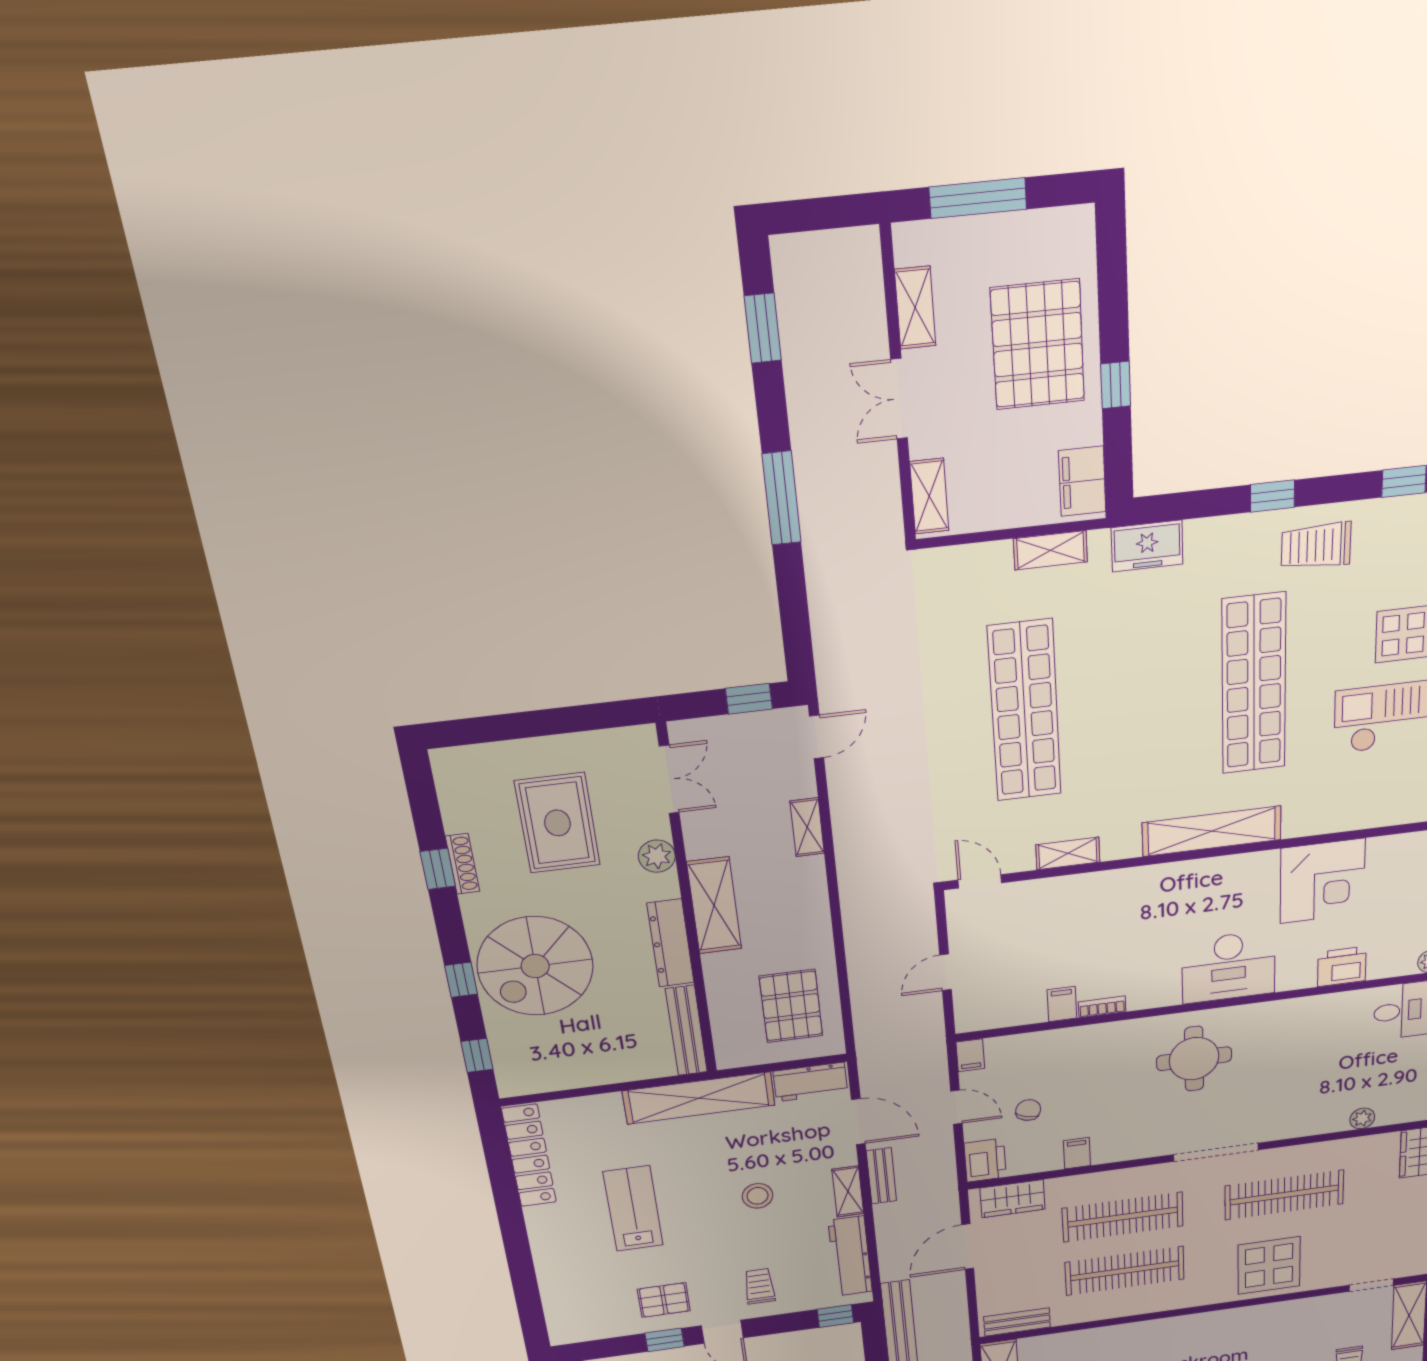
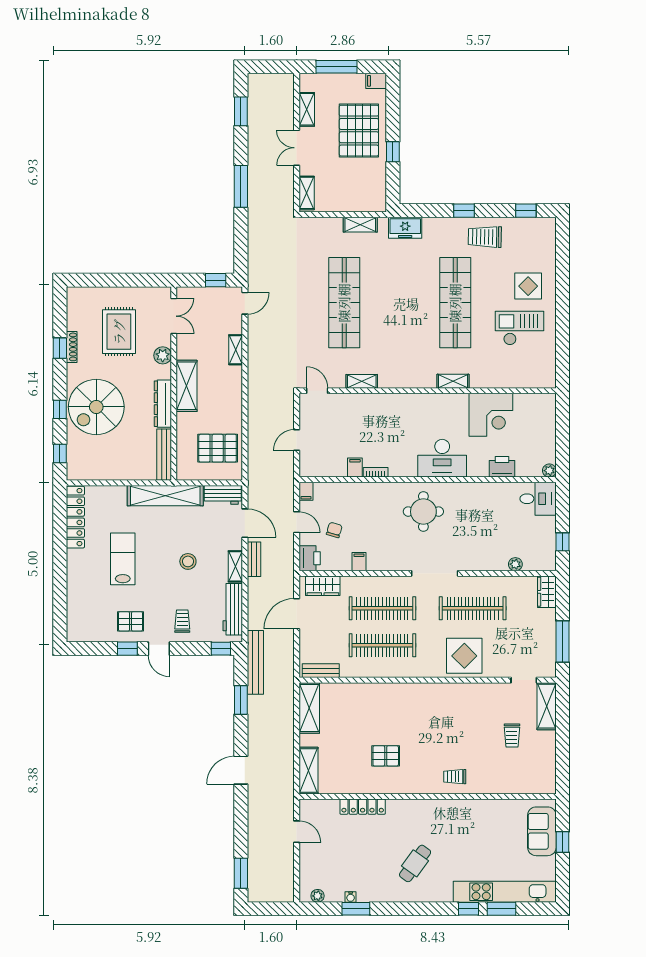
filing cabinet: (1082, 481) -> (376, 81), moved, width x0.50
shelving: (1212, 831) -> (453, 381), width x0.45, depth x0.75
pallet: (791, 1006) -> (218, 448), turned 90

